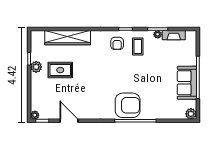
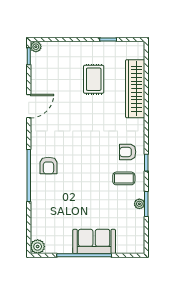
fireplace: (174, 35) -> (138, 225), removed
plant: (36, 67) -> (98, 48), removed
sofa: (187, 83) -> (94, 241), moved
armchair: (128, 105) -> (48, 165), width x0.53, depth x0.53
door: (69, 121) -> (29, 106), moved

